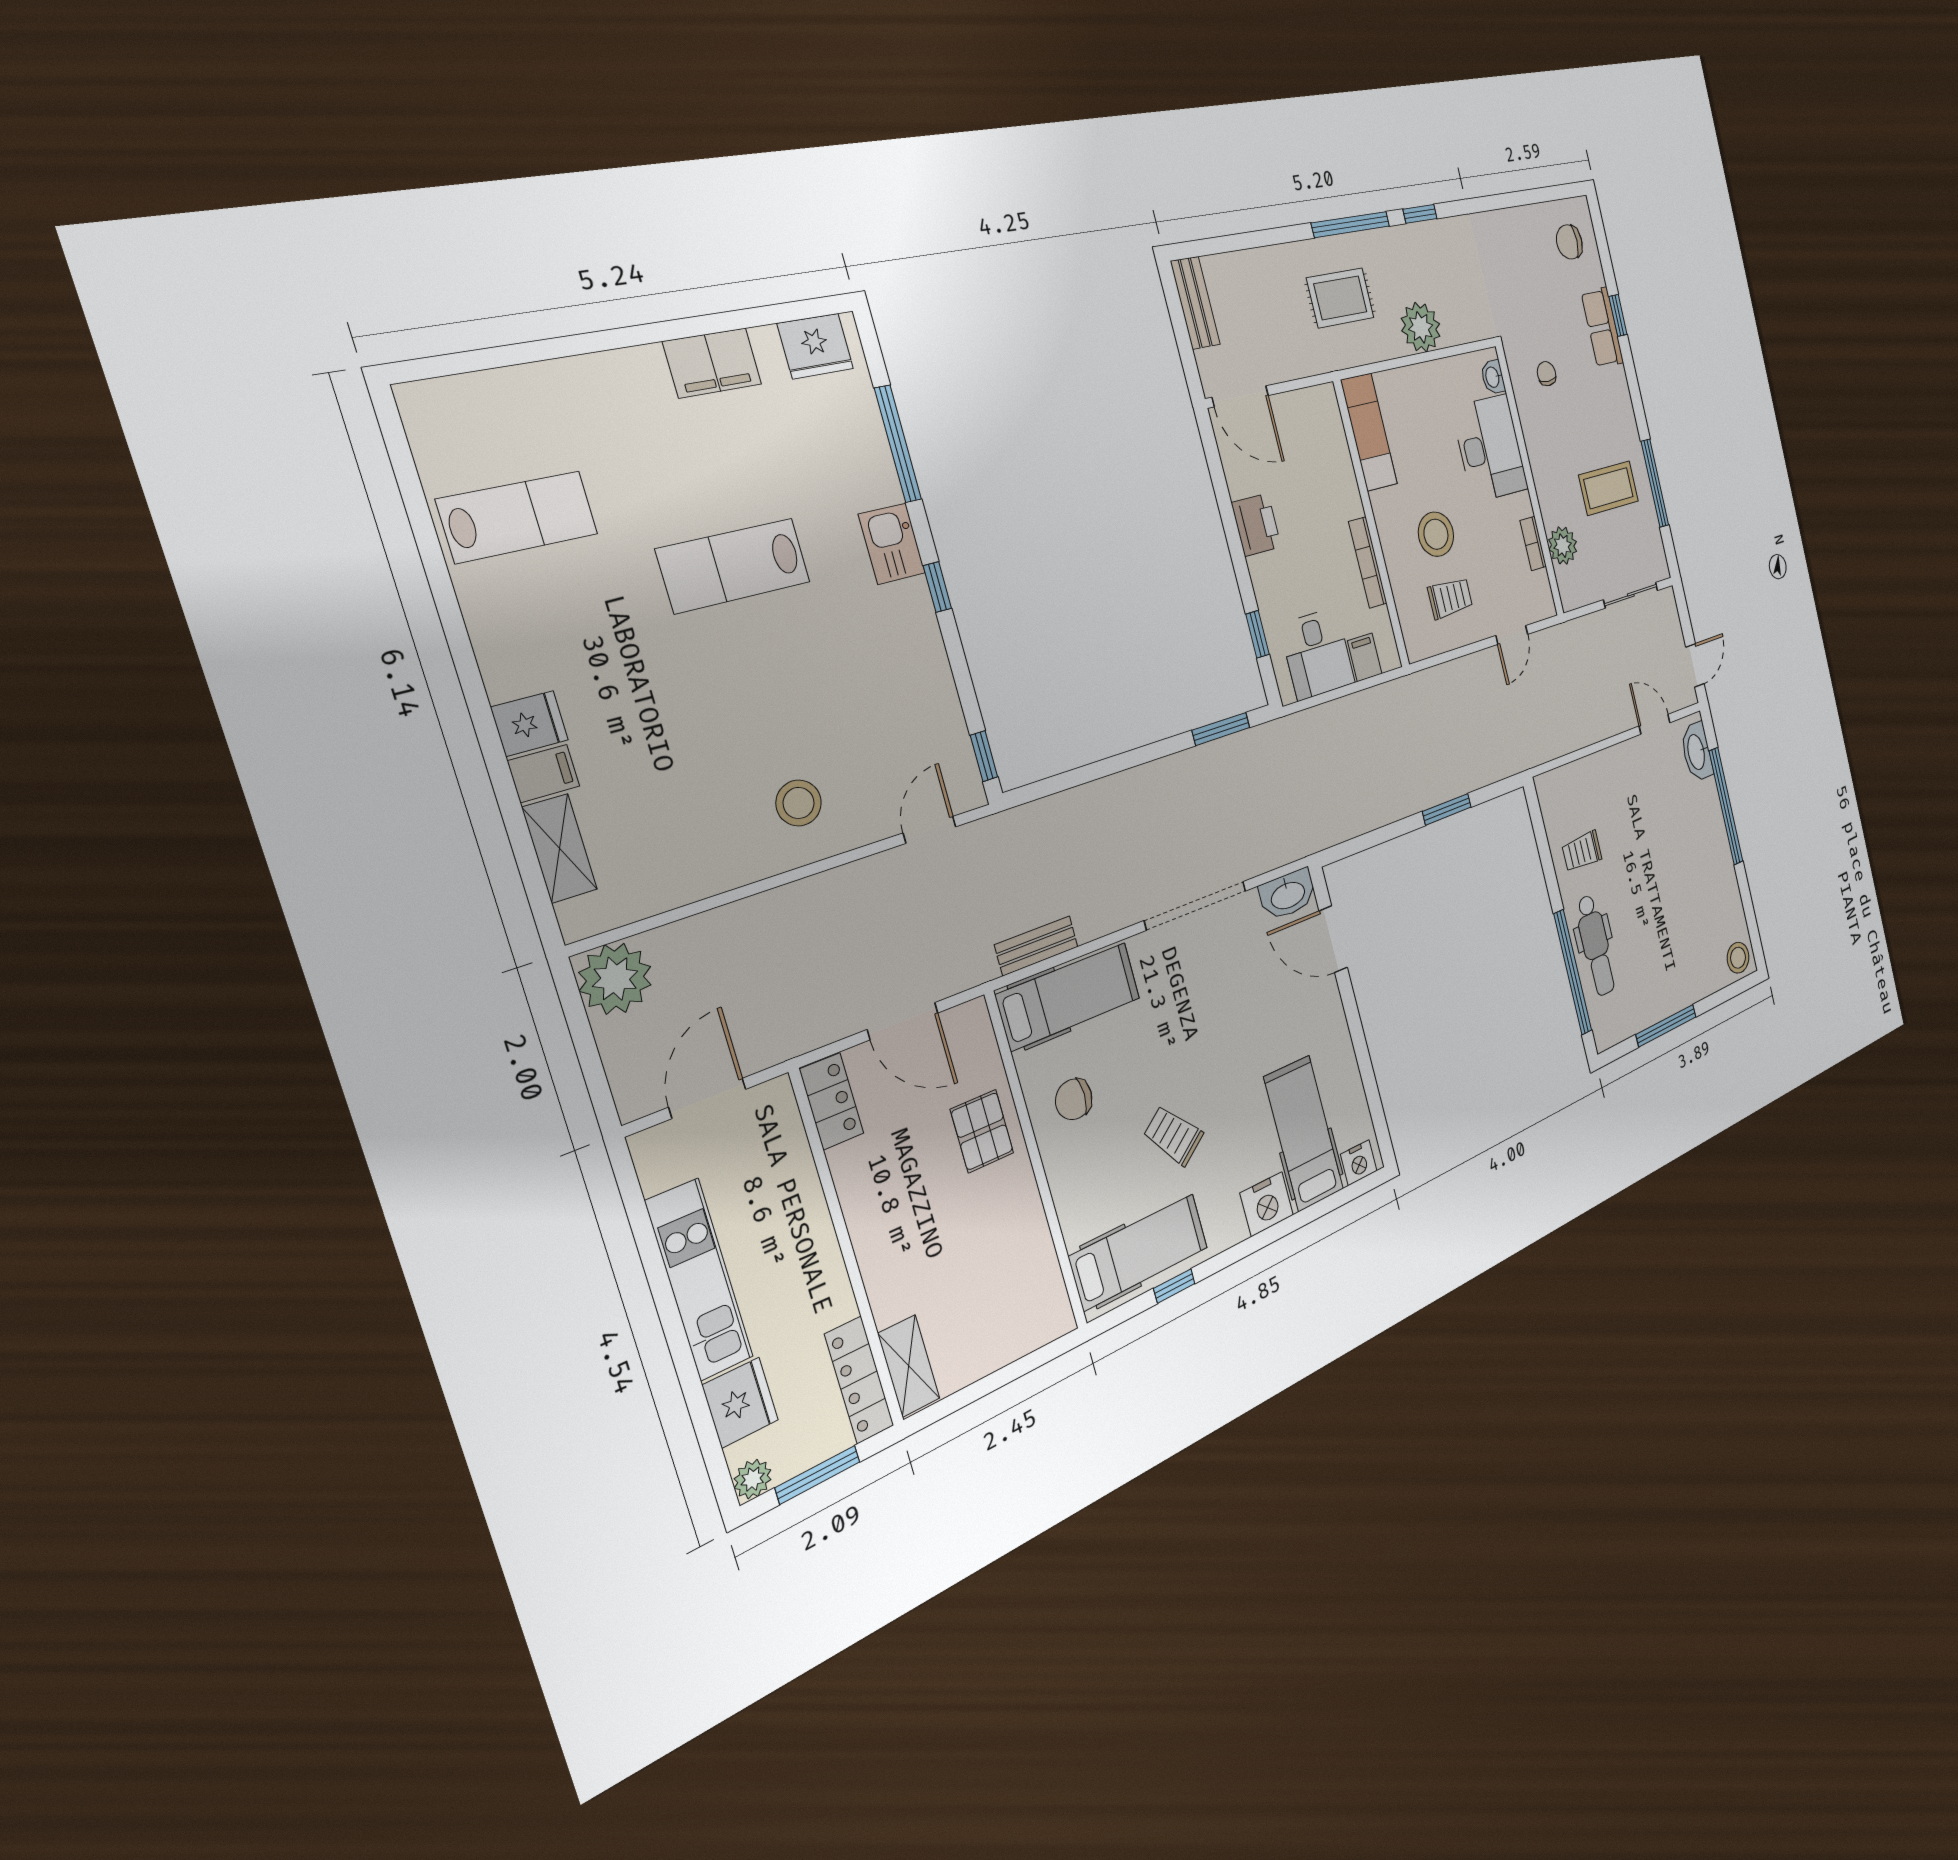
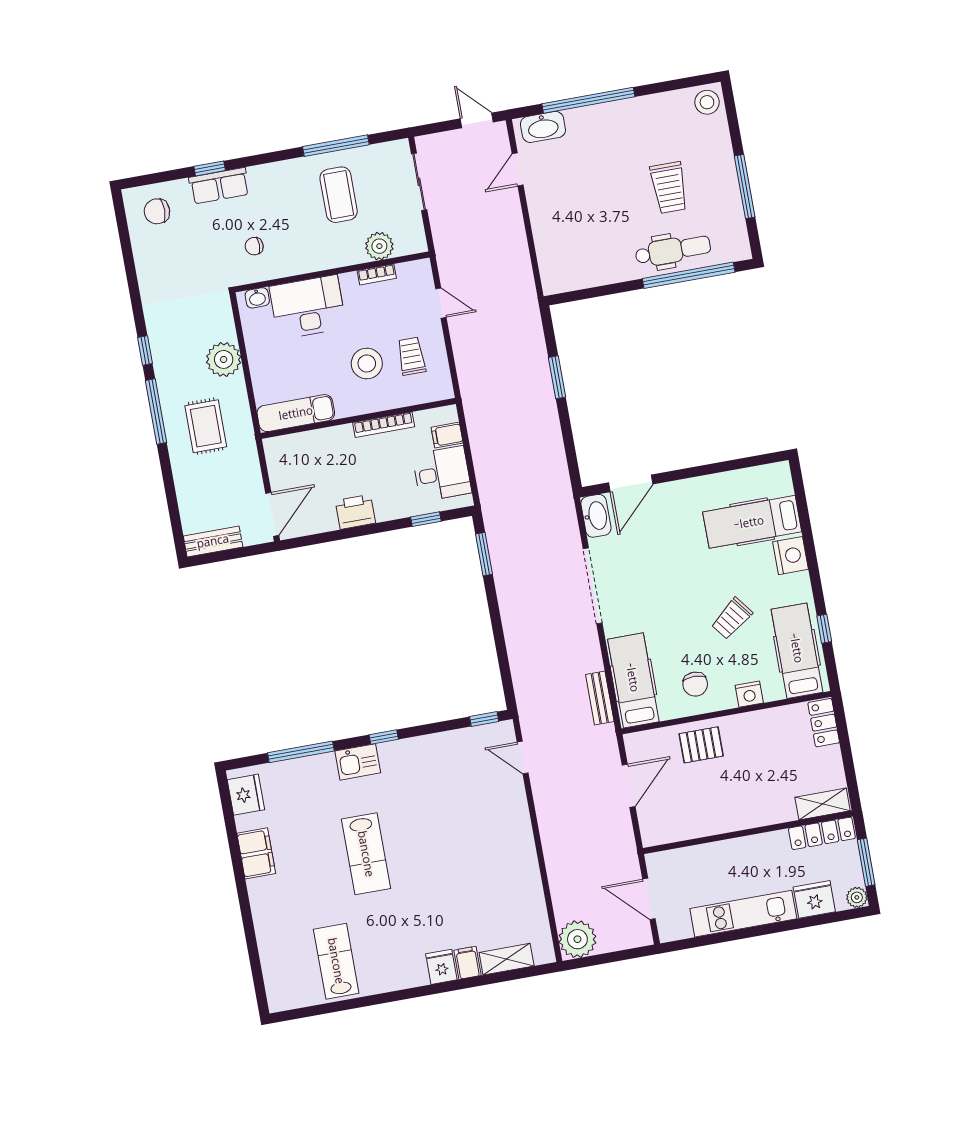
chair: (1569, 242) -> (157, 211), turned 90
stool: (799, 803) -> (498, 832), removed
trolley: (1582, 851) -> (669, 188), moved, width x1.36, depth x1.39
locker: (832, 1101) -> (824, 723), moved, turned -90
nightstand: (1359, 1163) -> (749, 694), moved, turned 90

